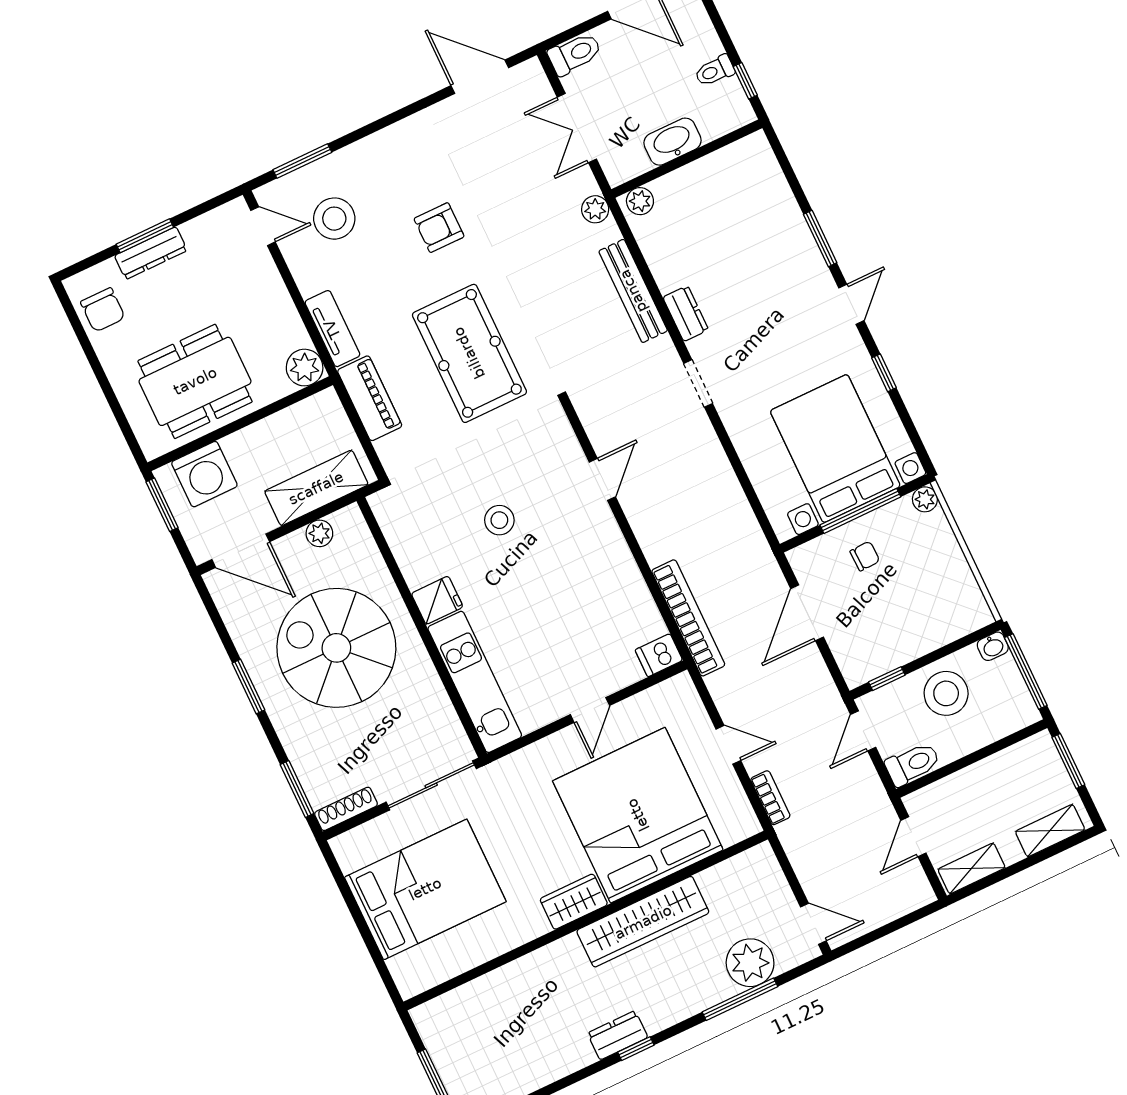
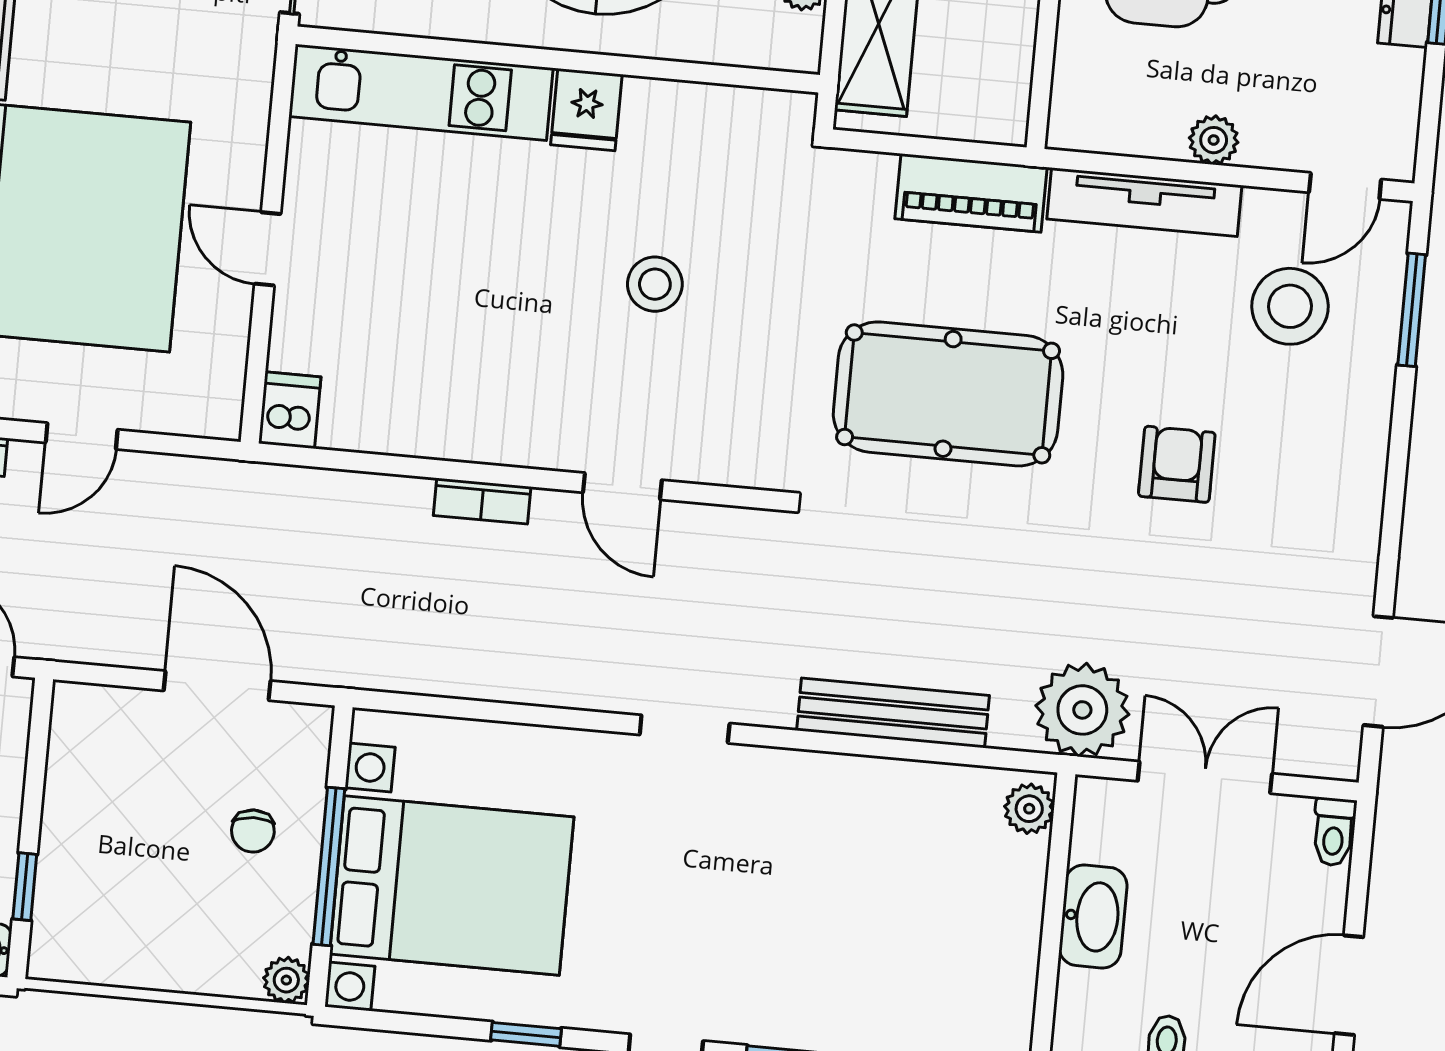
toilet: (575, 54) -> (1334, 832), width x0.73, depth x0.72
plant: (595, 209) -> (1082, 710), width x1.87, depth x1.87
dresser: (686, 313) -> (807, 775), removed
tv unit: (332, 329) -> (1144, 202), width x1.41
plant: (305, 368) -> (1214, 140), moved, width x0.73, depth x0.73
bookcase: (688, 618) -> (482, 501), moved, width x0.43, depth x0.76
window: (887, 679) -> (25, 887), moved

